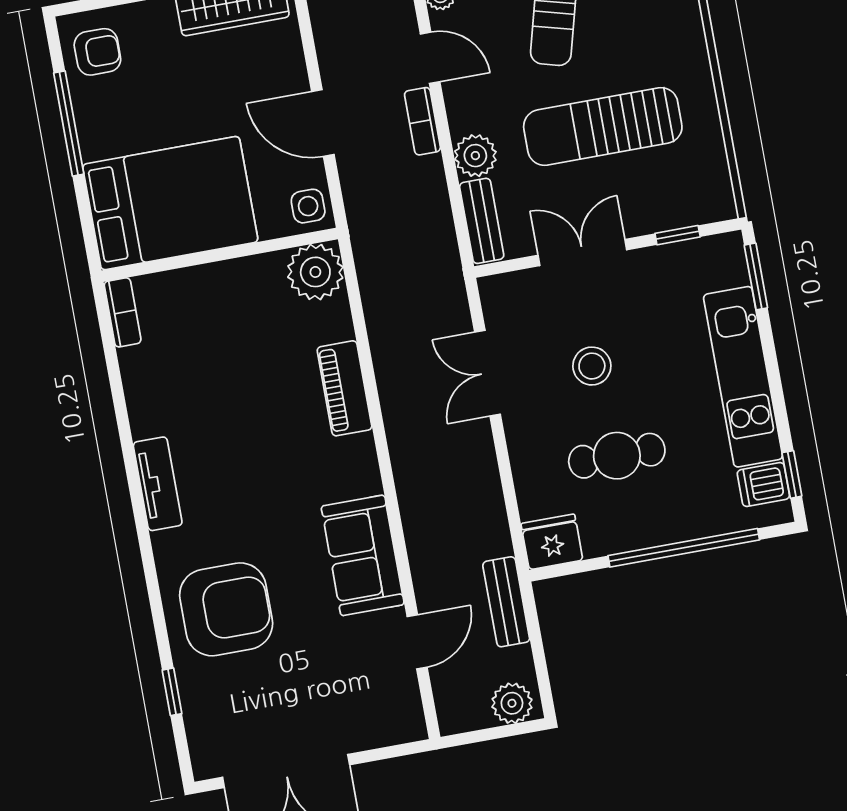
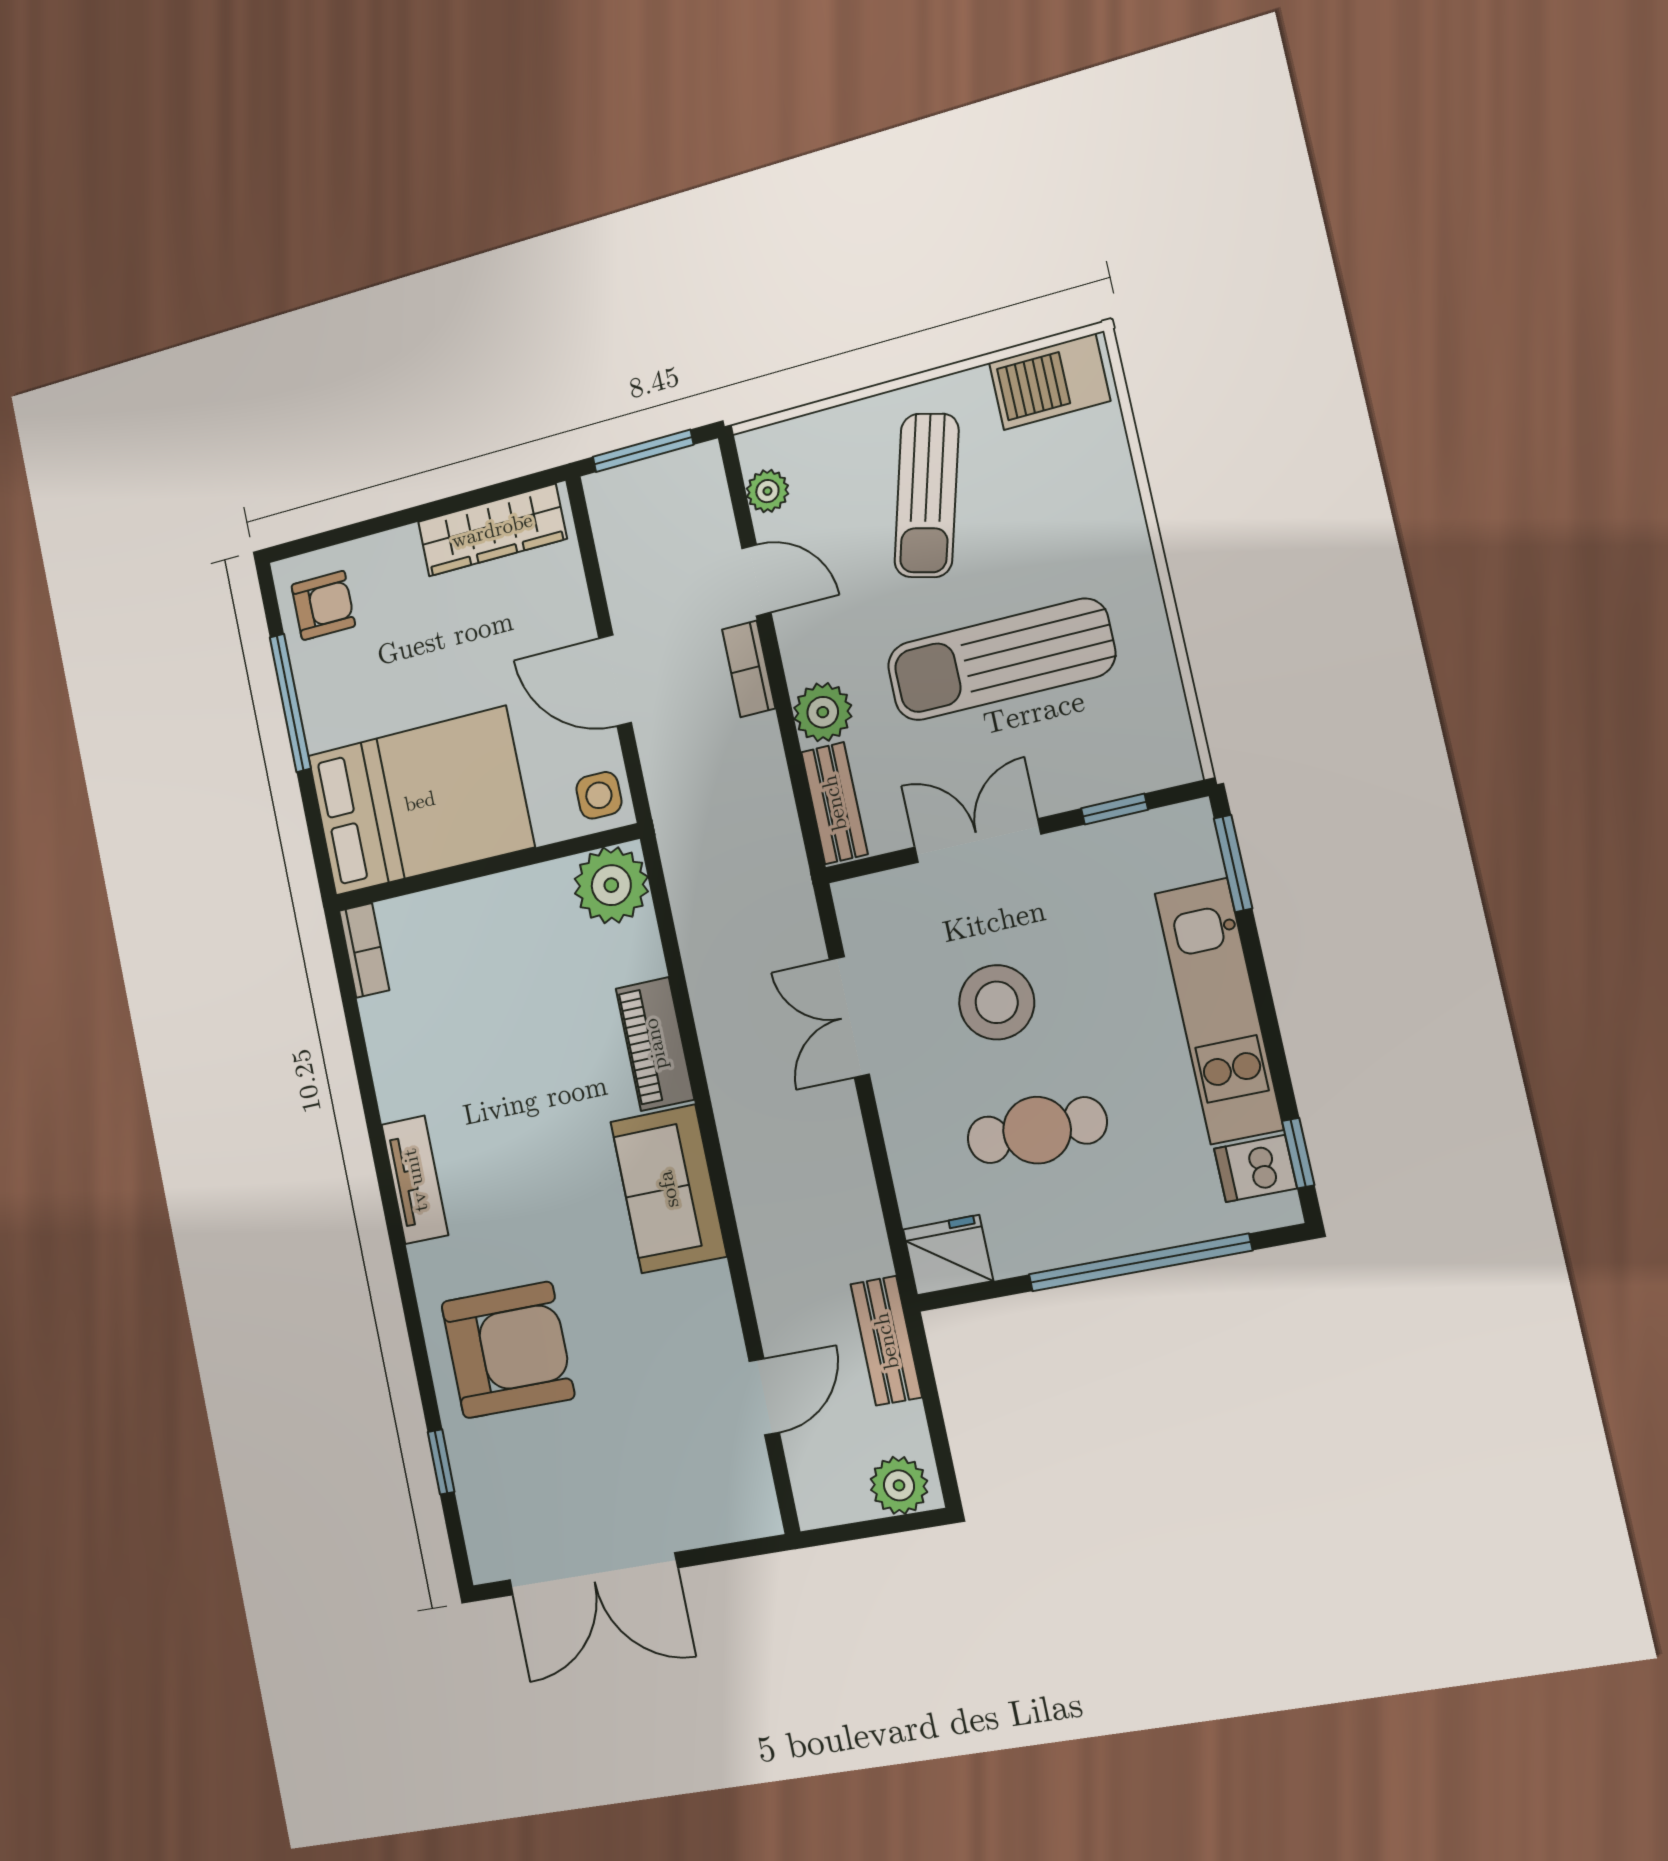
stool: (592, 366) -> (997, 1002), width x1.38, depth x1.38
sofa: (363, 555) -> (668, 1189), moved

